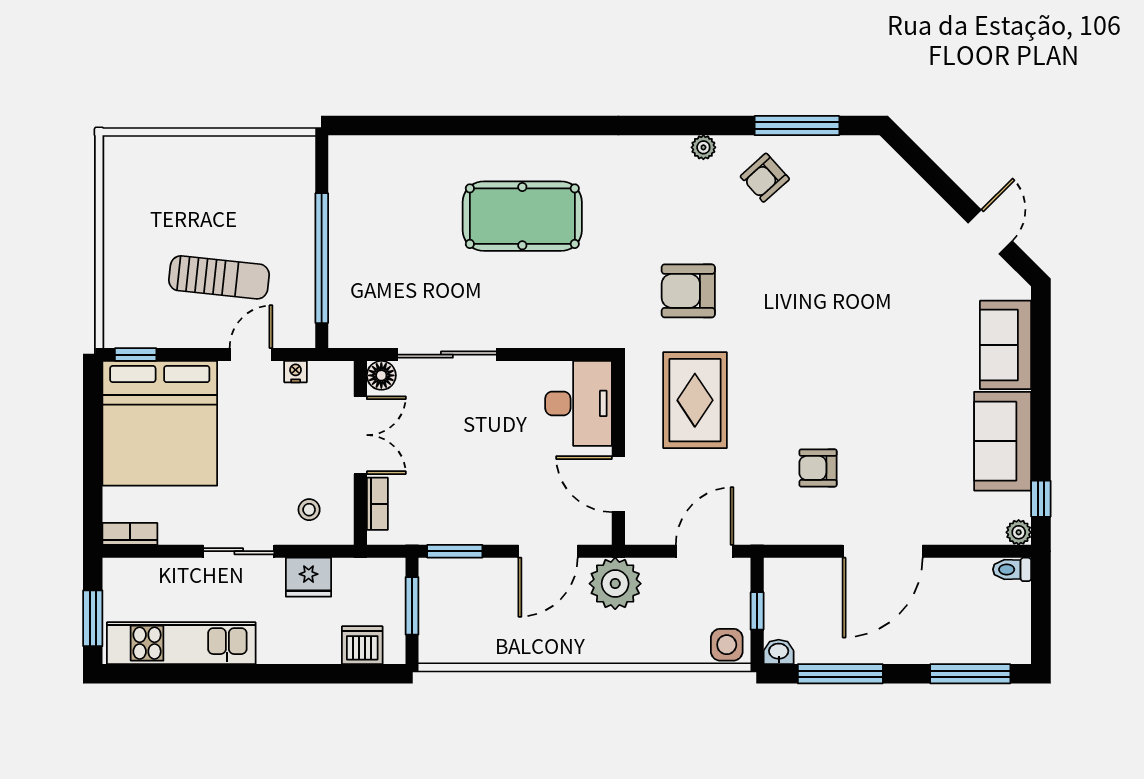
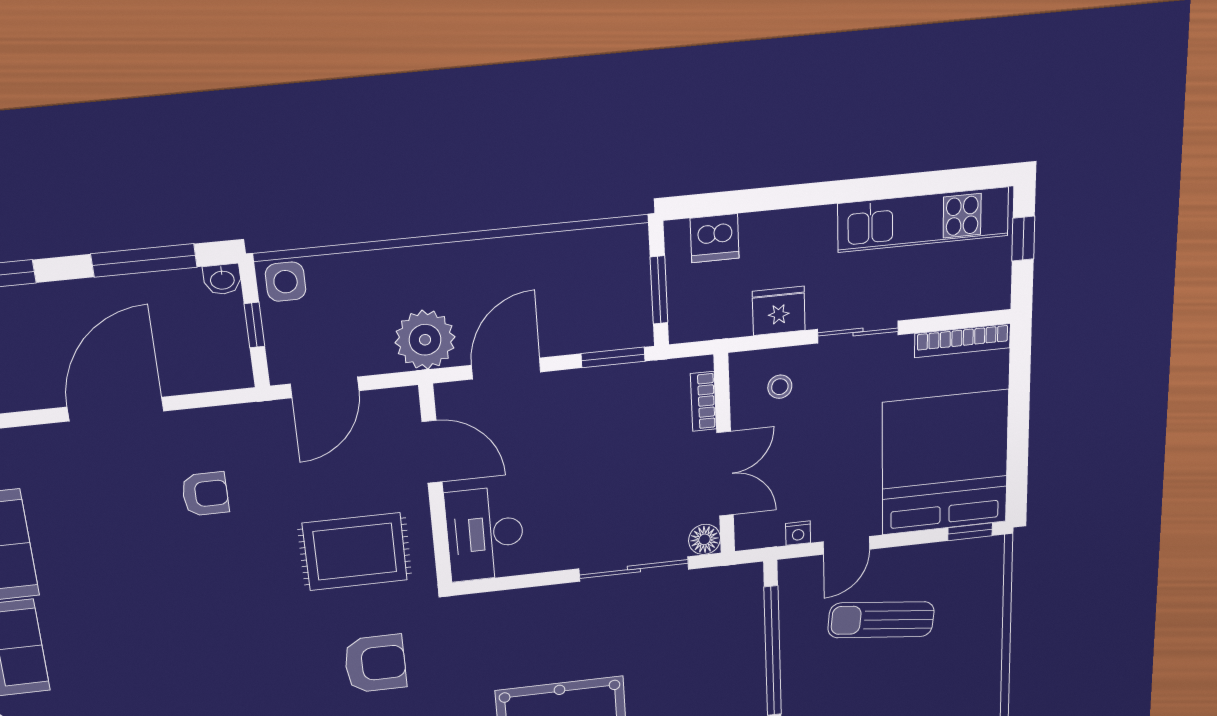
rug: (695, 400) -> (355, 552), turned 90
double door: (360, 435) -> (725, 474), swing flipped
bookcase: (130, 534) -> (962, 341), width x1.56
window: (93, 618) -> (1023, 239), width x0.67

